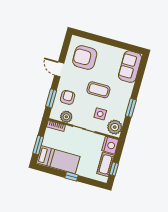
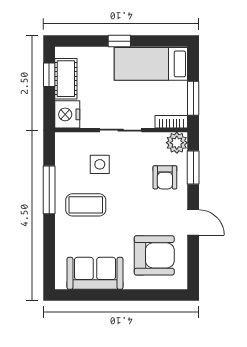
sofa: (130, 67) -> (95, 273), moved, turned -90
coffee table: (98, 90) -> (86, 205), moved
window: (131, 108) -> (49, 190), width x1.44
plant: (66, 117) -> (177, 143), moved
plant: (115, 127) -> (68, 148), removed
window: (38, 145) -> (193, 98), moved

